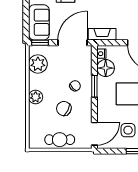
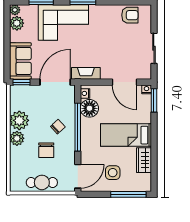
plant: (38, 64) -> (19, 120), moved
window: (94, 86) -> (78, 127), width x2.11
chair: (64, 109) -> (46, 150), turned -117

